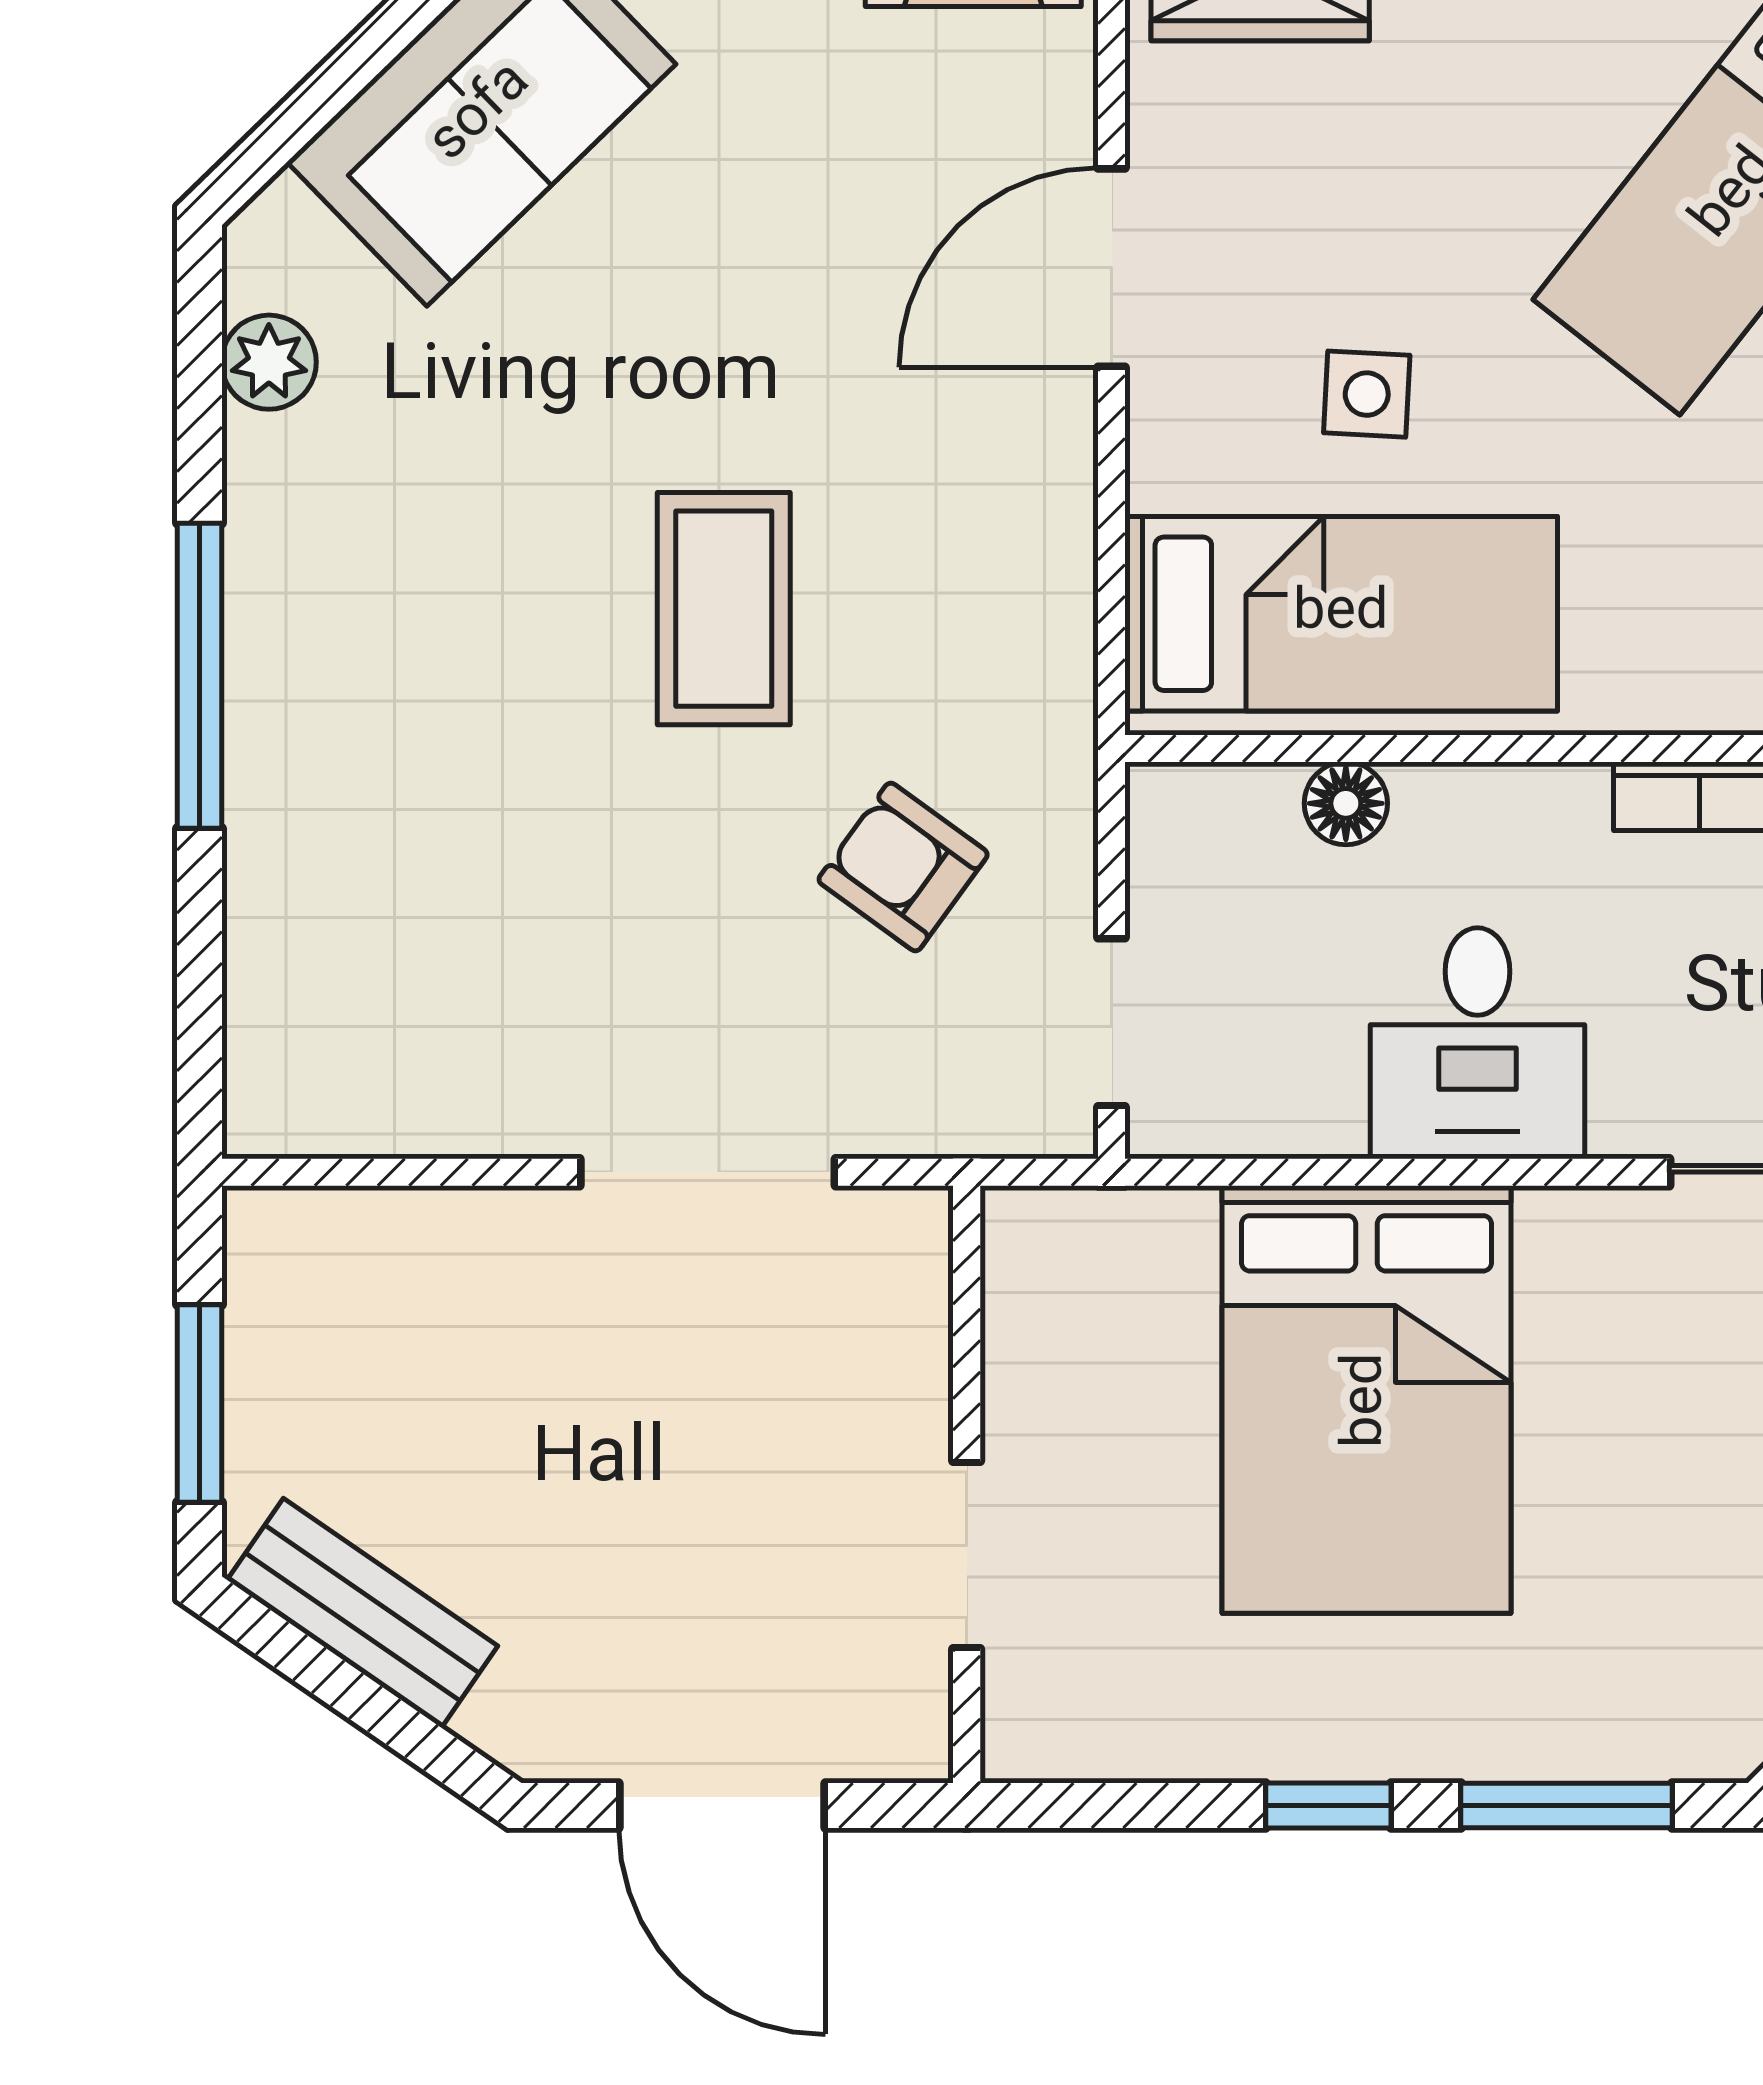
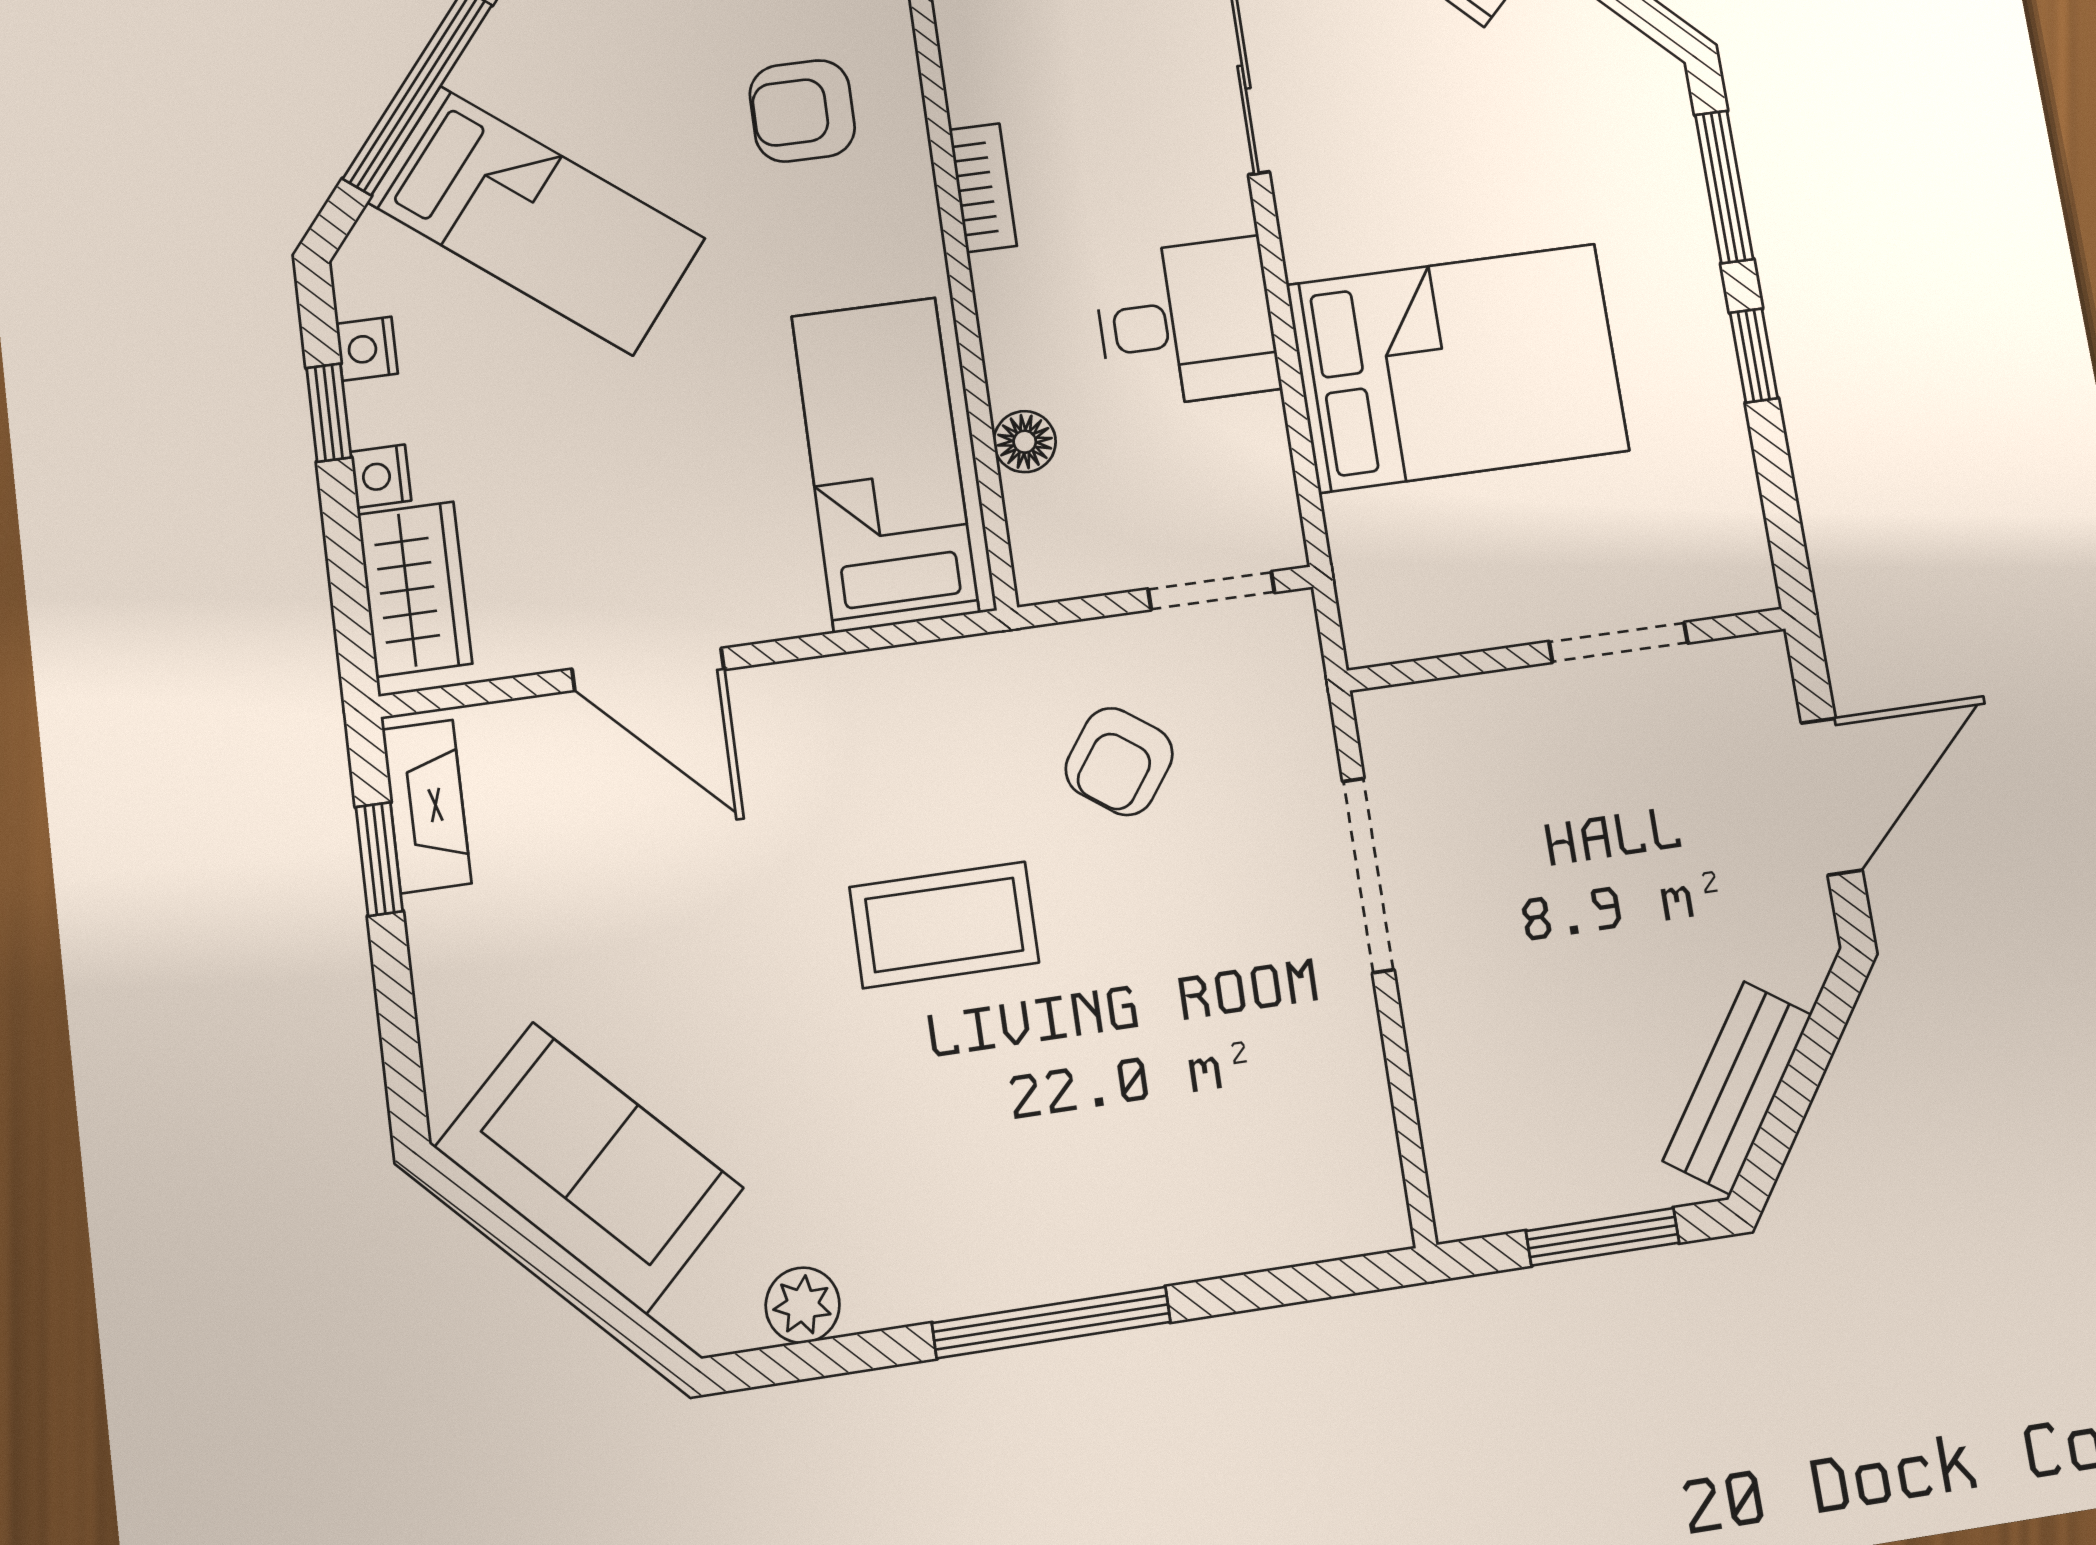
side table: (1367, 394) -> (719, 468), removed

